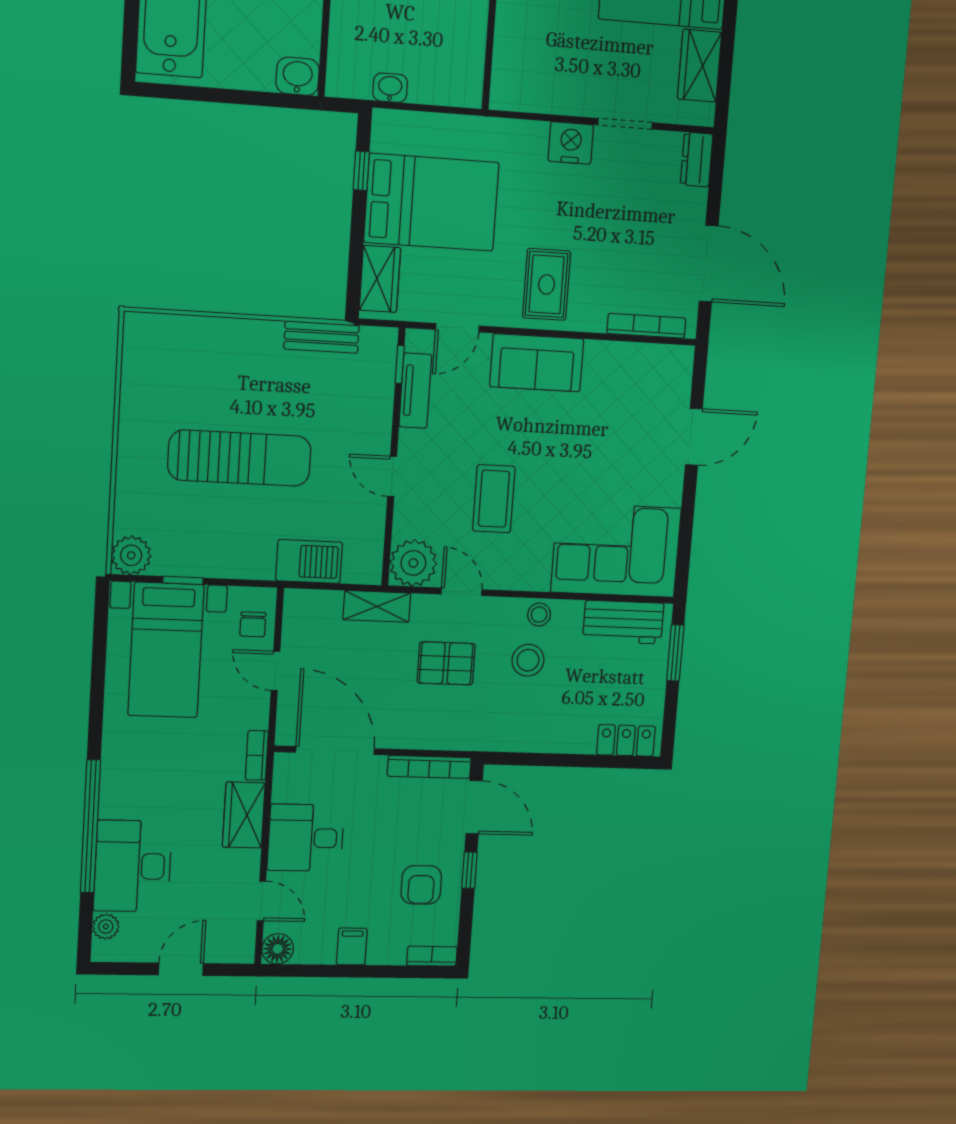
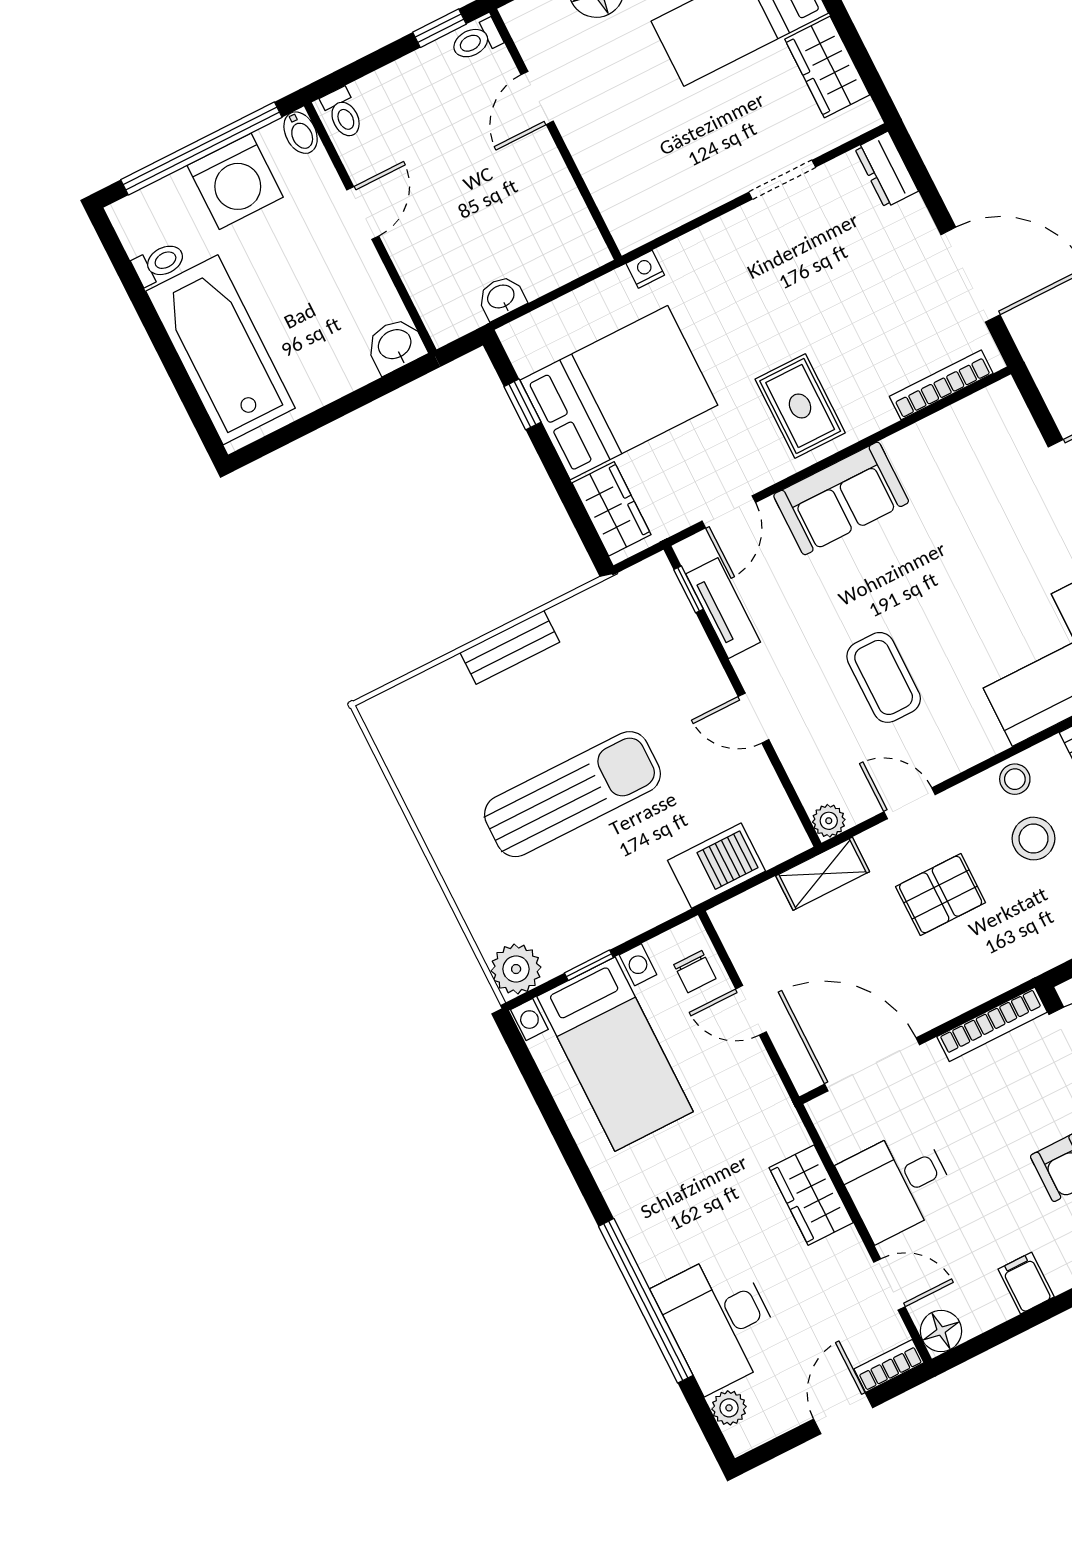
nightstand: (571, 143) -> (645, 269), moved, width x0.53, depth x0.56
bench: (321, 337) -> (510, 647), moved
plant: (413, 563) -> (829, 821), width x0.53, depth x0.53
bookcase: (257, 755) -> (889, 1366), moved, turned 90

